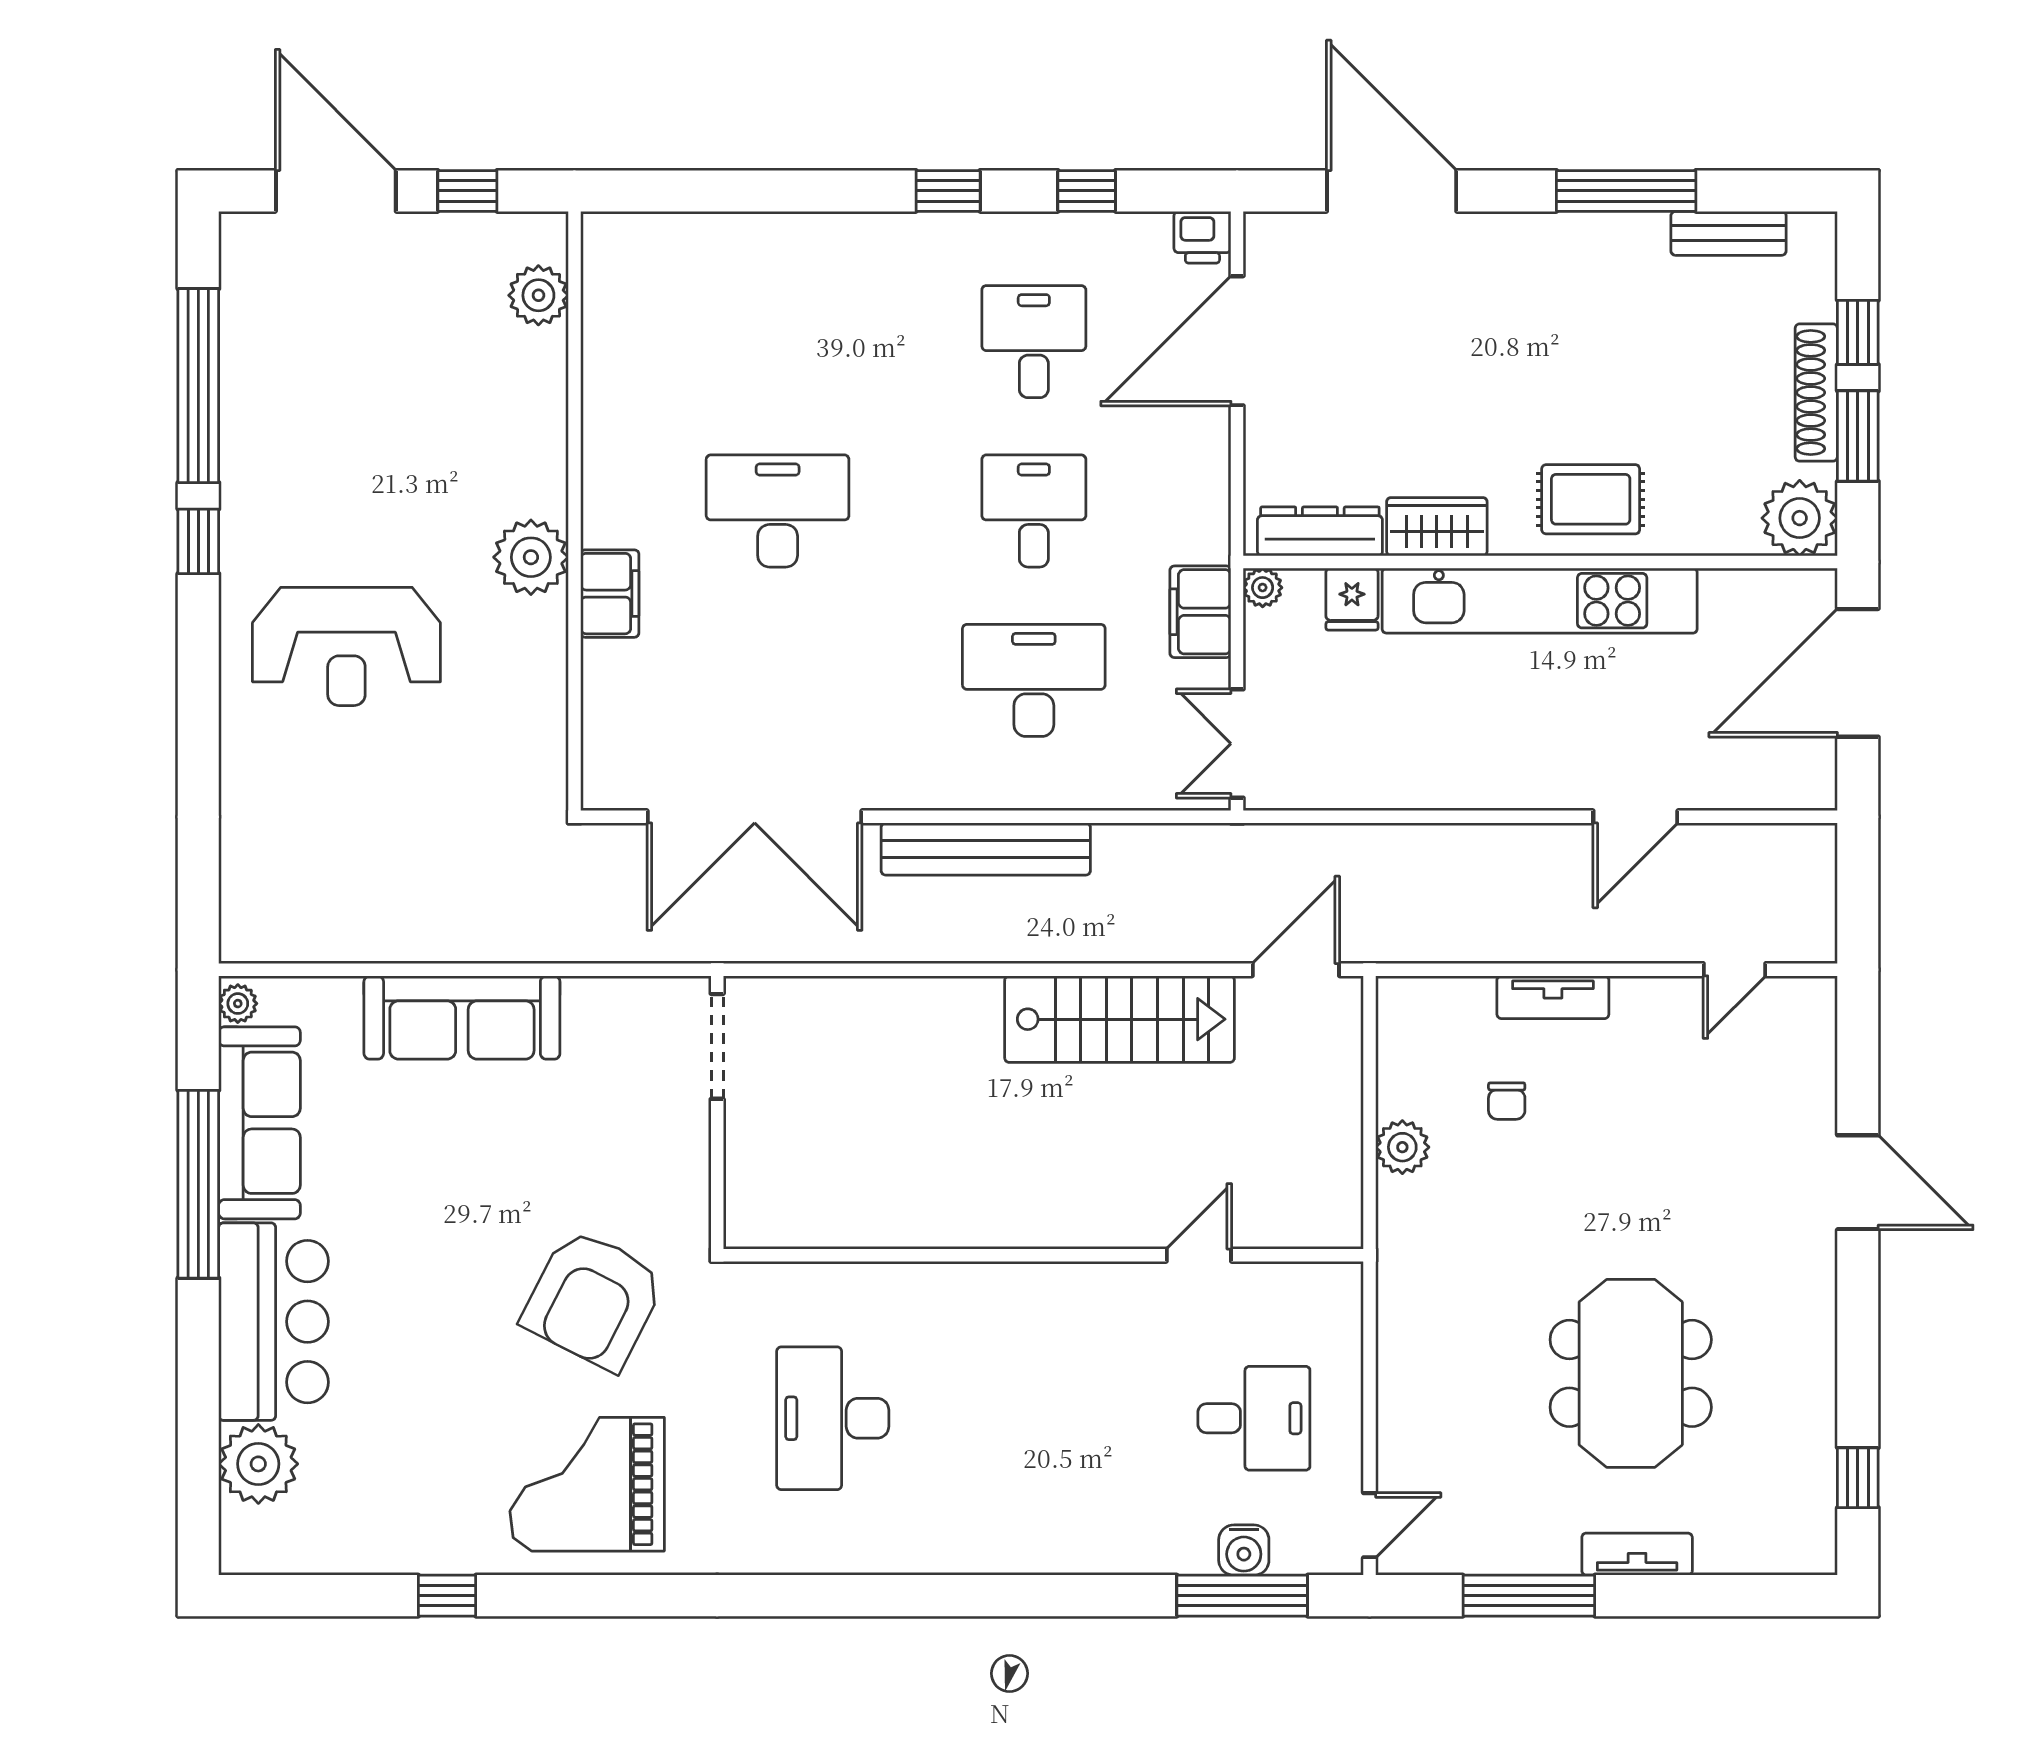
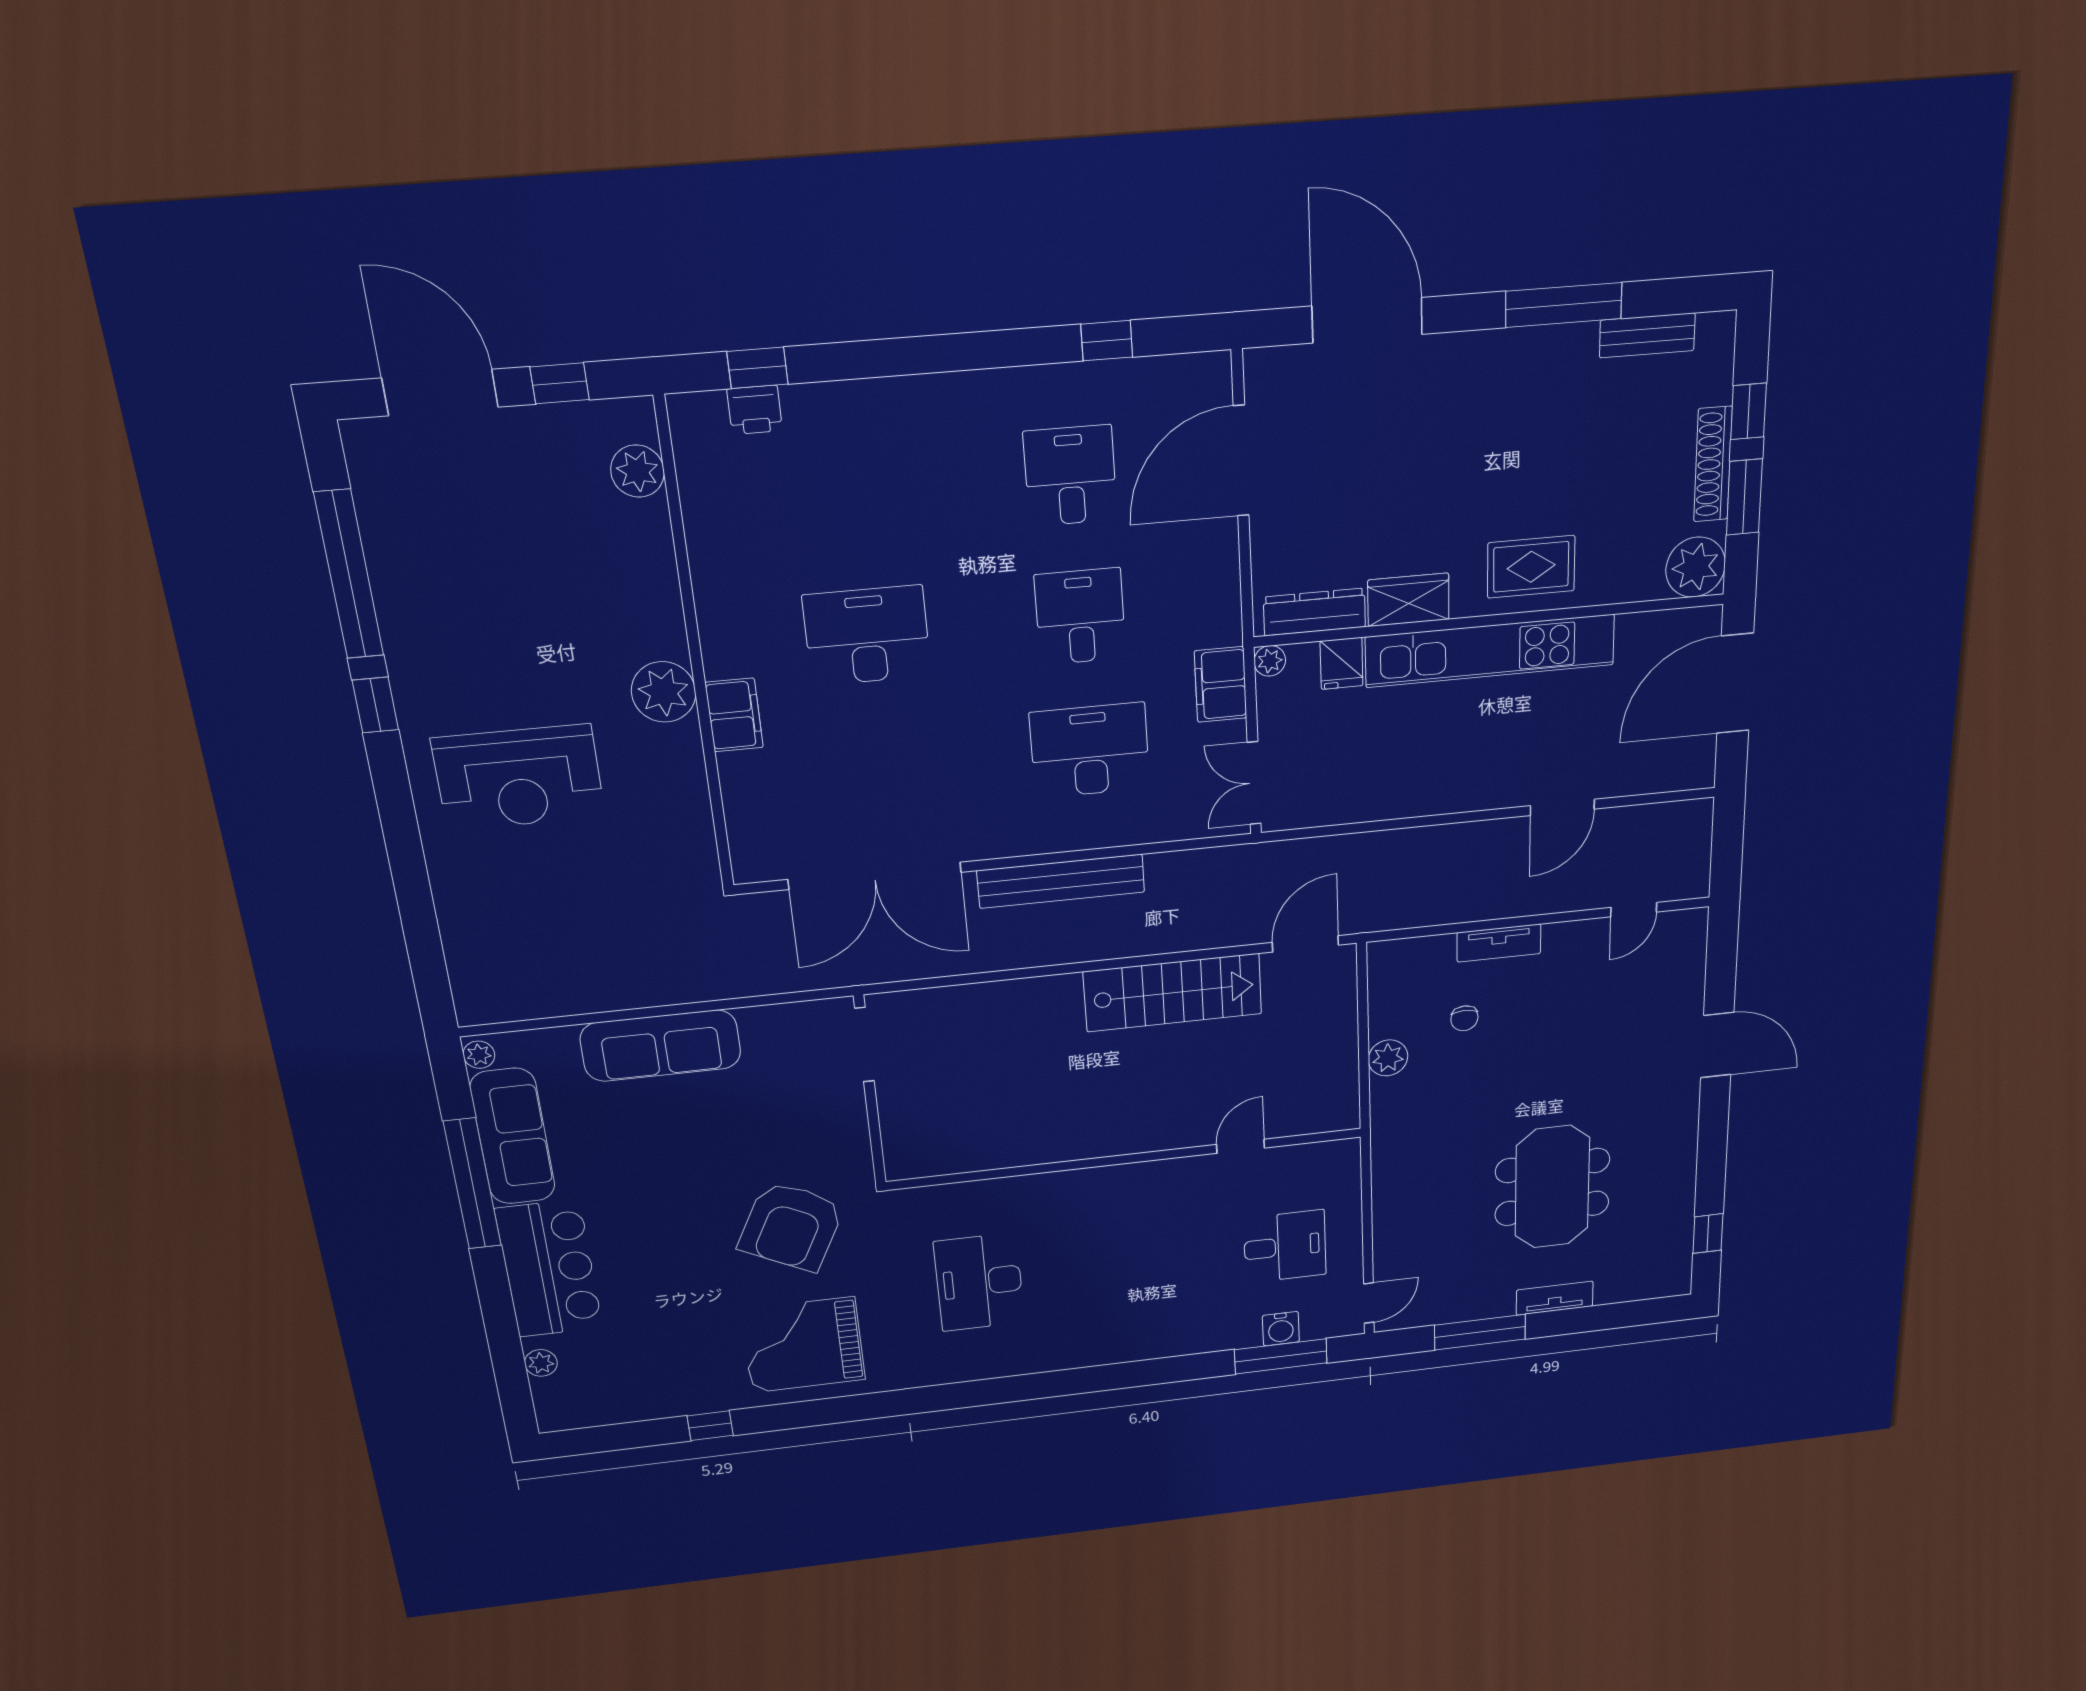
window: (948, 191) -> (757, 368), moved
printer: (1202, 237) -> (755, 410), moved
plant: (258, 1464) -> (541, 1363), width x0.53, depth x0.53

